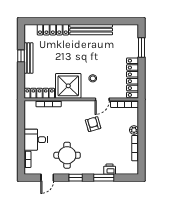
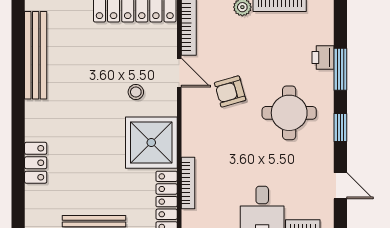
locker: (53, 30) -> (36, 163), width x0.66
bench: (91, 30) -> (36, 55), moved
round table: (67, 155) -> (289, 113), moved

